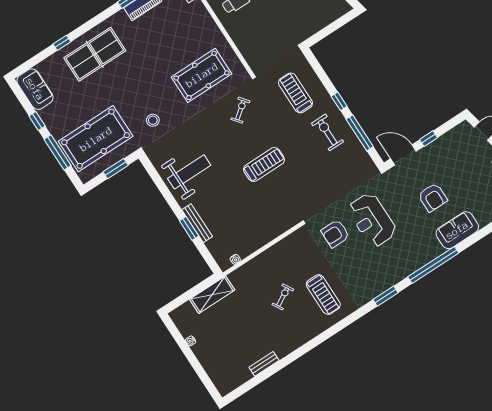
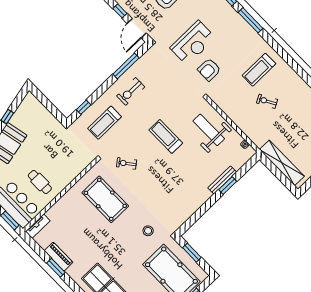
window: (339, 101) -> (84, 107), moved
weight bench: (189, 172) -> (209, 130), moved
armchair: (335, 234) -> (209, 70), turned 90
shelving: (212, 295) -> (282, 163), width x1.47
treadmill: (323, 295) -> (259, 70), turned 180
window: (386, 296) -> (251, 20), width x1.44

